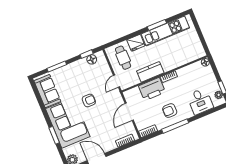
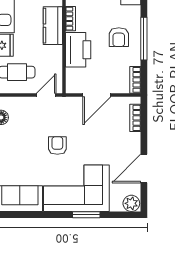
kitchen counter: (150, 72) -> (53, 26), moved
door: (117, 81) -> (46, 95), swing flipped
door: (129, 112) -> (97, 95), hinge flipped

